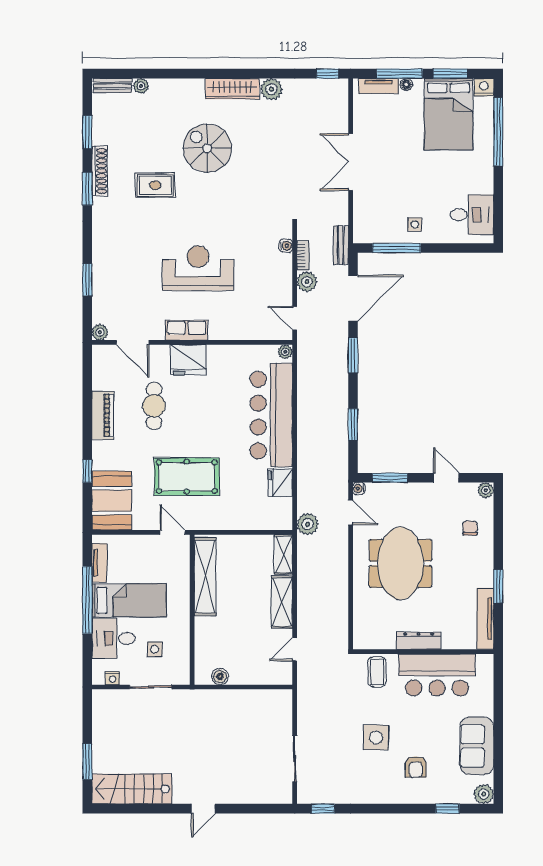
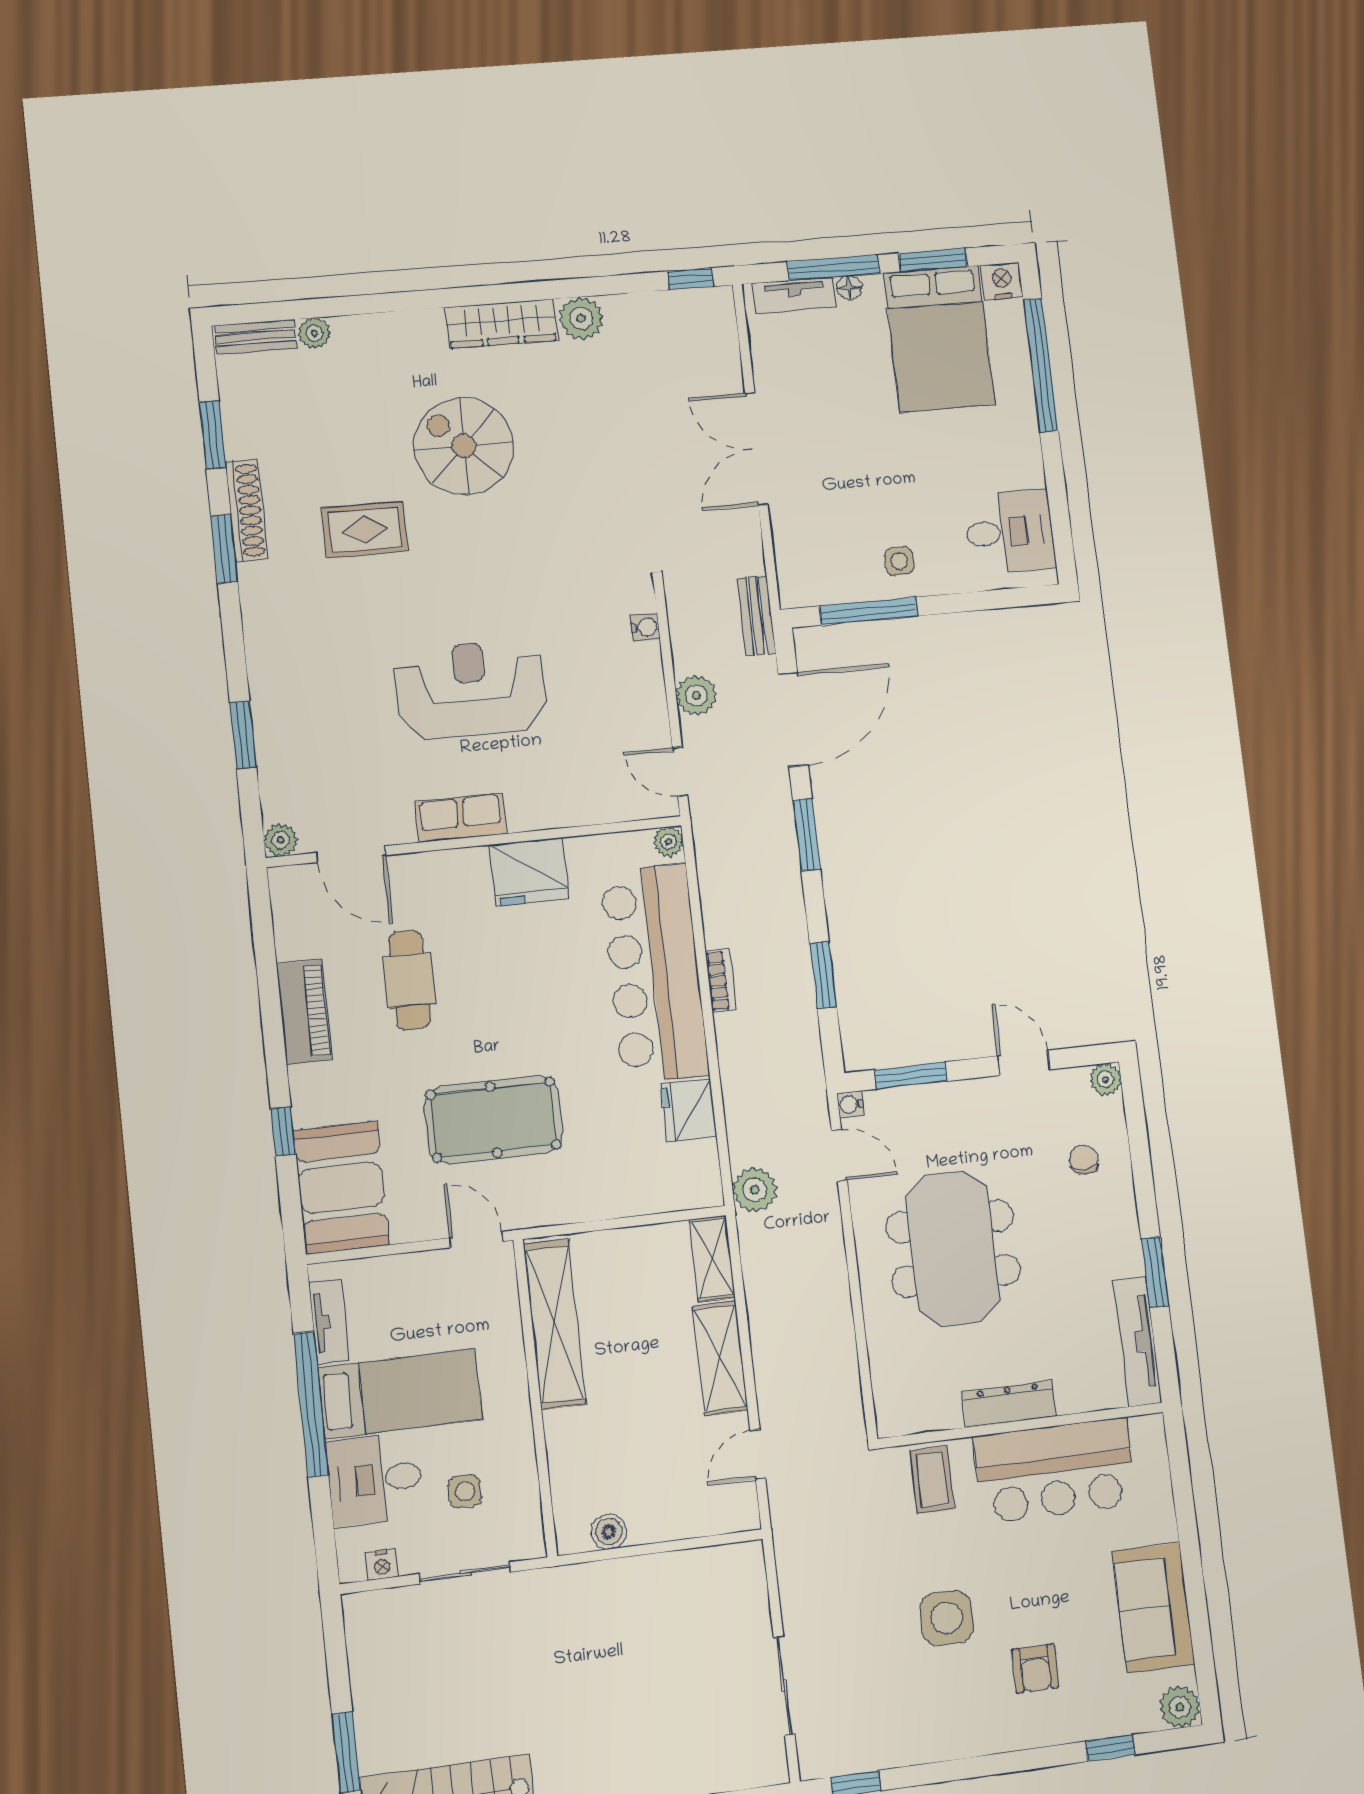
bookcase: (303, 255) -> (721, 981), moved
fridge: (188, 360) -> (529, 872), moved

